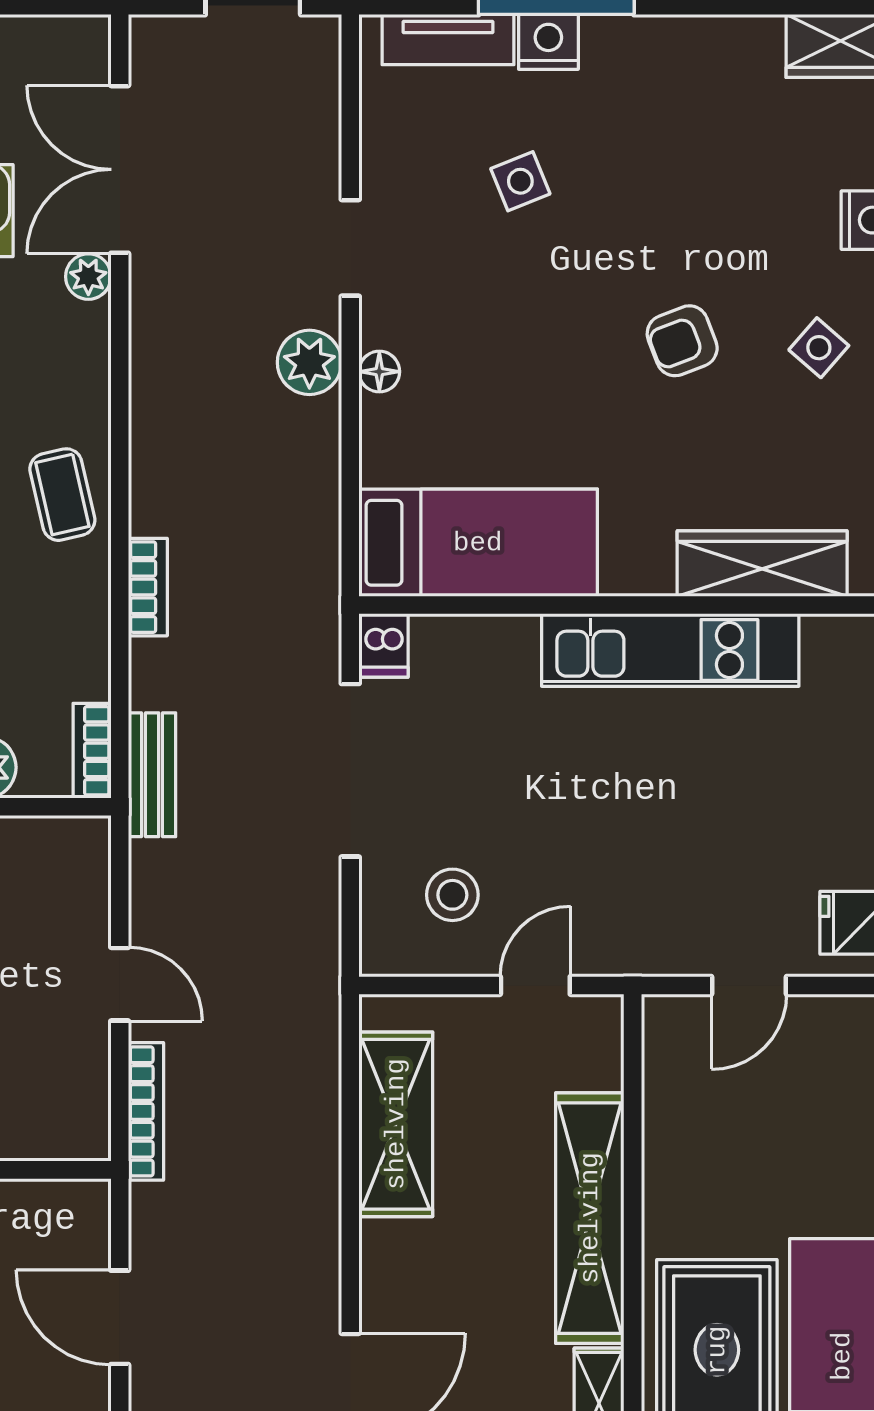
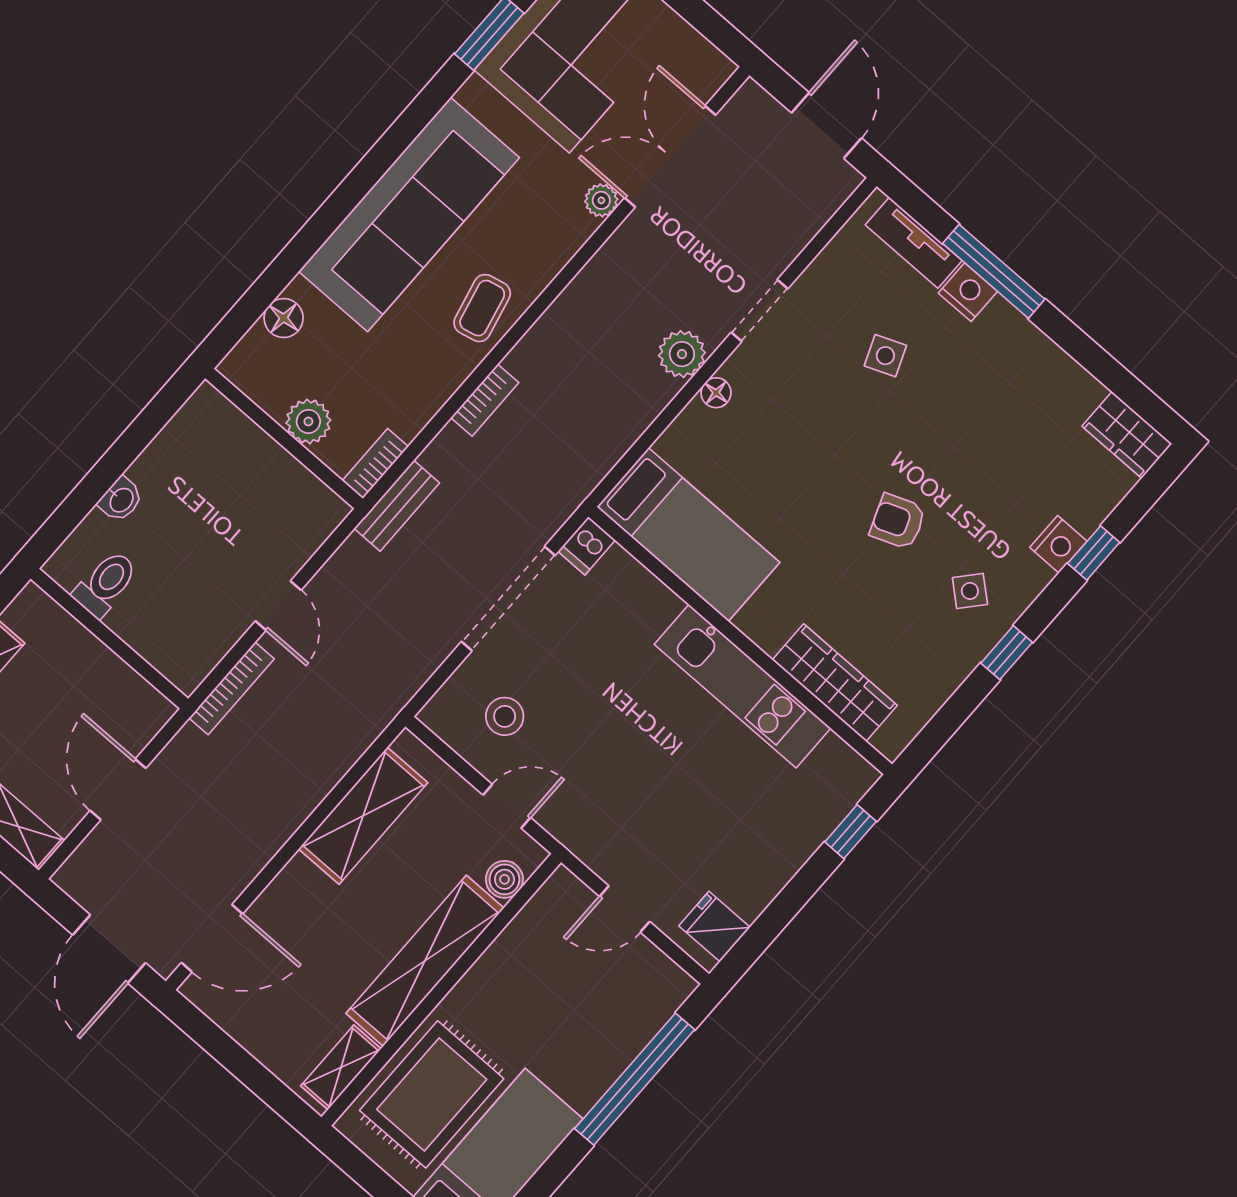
boiler: (599, 1063) -> (504, 879), added

